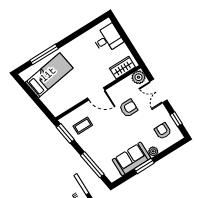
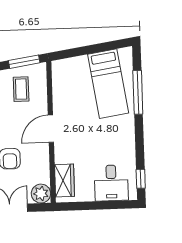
window: (95, 23) -> (141, 179), added

